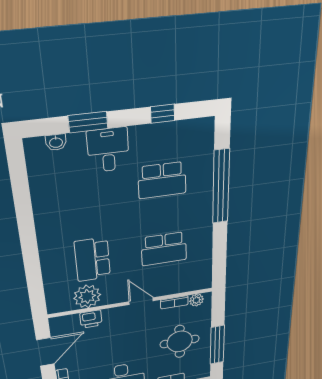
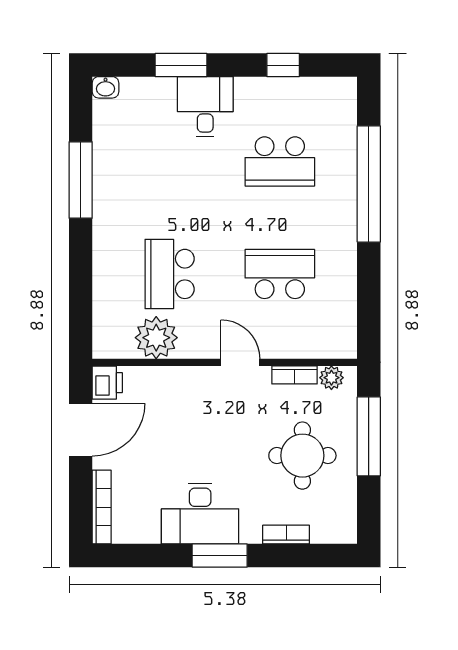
washbasin: (56, 142) -> (105, 87), moved
window: (24, 211) -> (81, 180), added
school desk: (164, 249) -> (280, 274), turned 180
printer: (91, 319) -> (107, 383), moved, turned -90
window: (217, 345) -> (369, 436), moved

